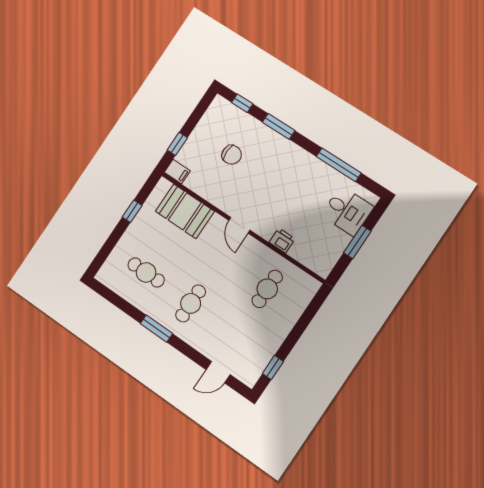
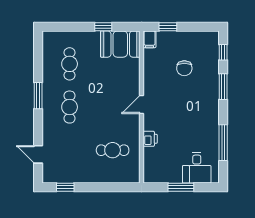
booth: (185, 211) -> (120, 44), moved, turned 90
cafe table: (191, 303) -> (70, 107), turned 90

